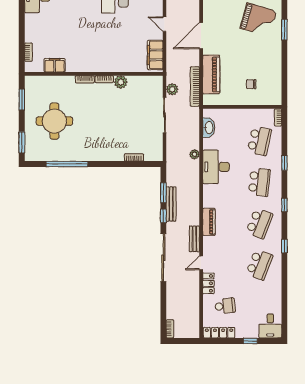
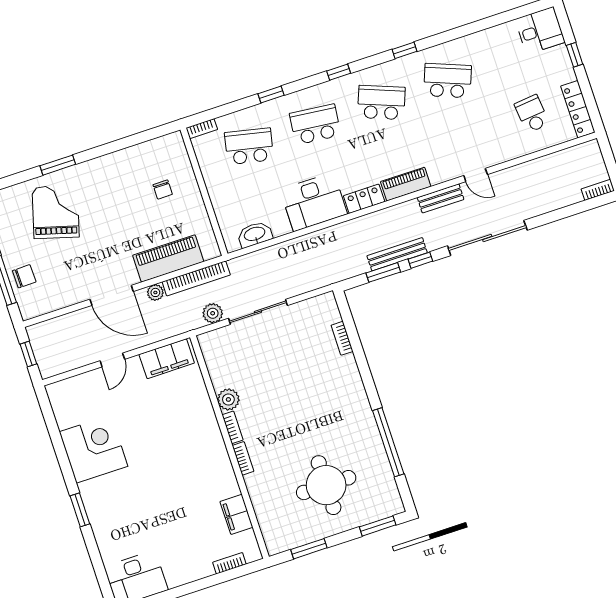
plant: (194, 154) -> (155, 292), moved
locker: (208, 283) -> (364, 199), moved

